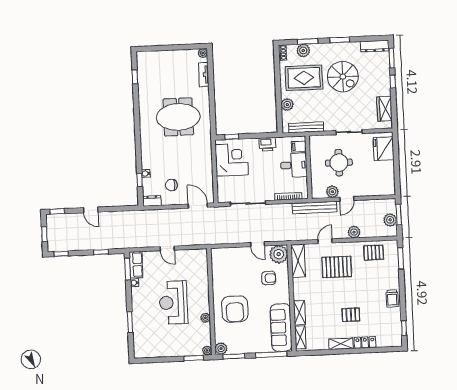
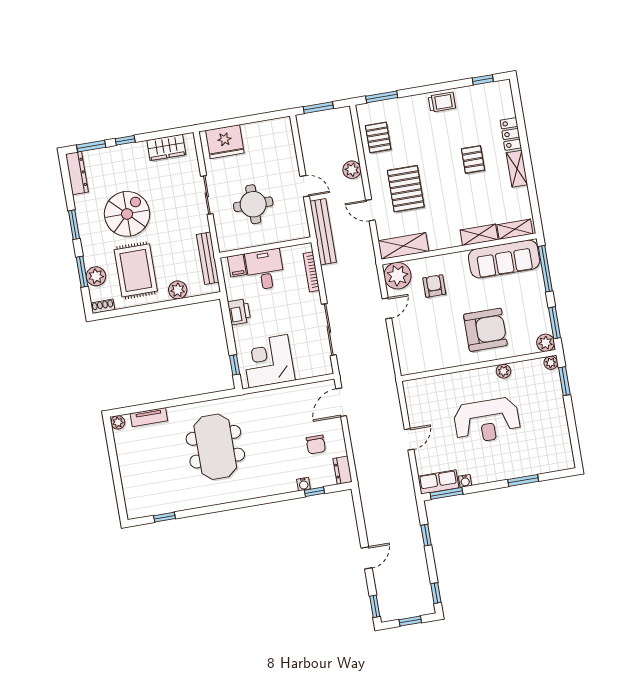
plant: (332, 192) -> (297, 209), removed
plant: (390, 220) -> (328, 119), removed

